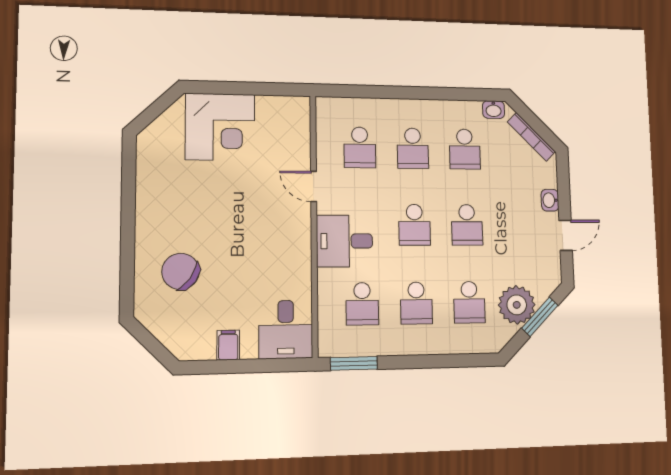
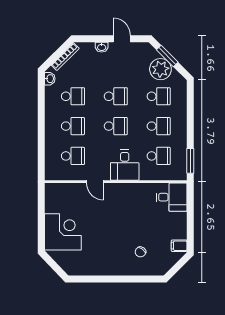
door: (314, 186) -> (95, 182), hinge flipped
chair: (181, 271) -> (140, 252), width x0.54, depth x0.54
filing cabinet: (228, 345) -> (179, 246), moved

